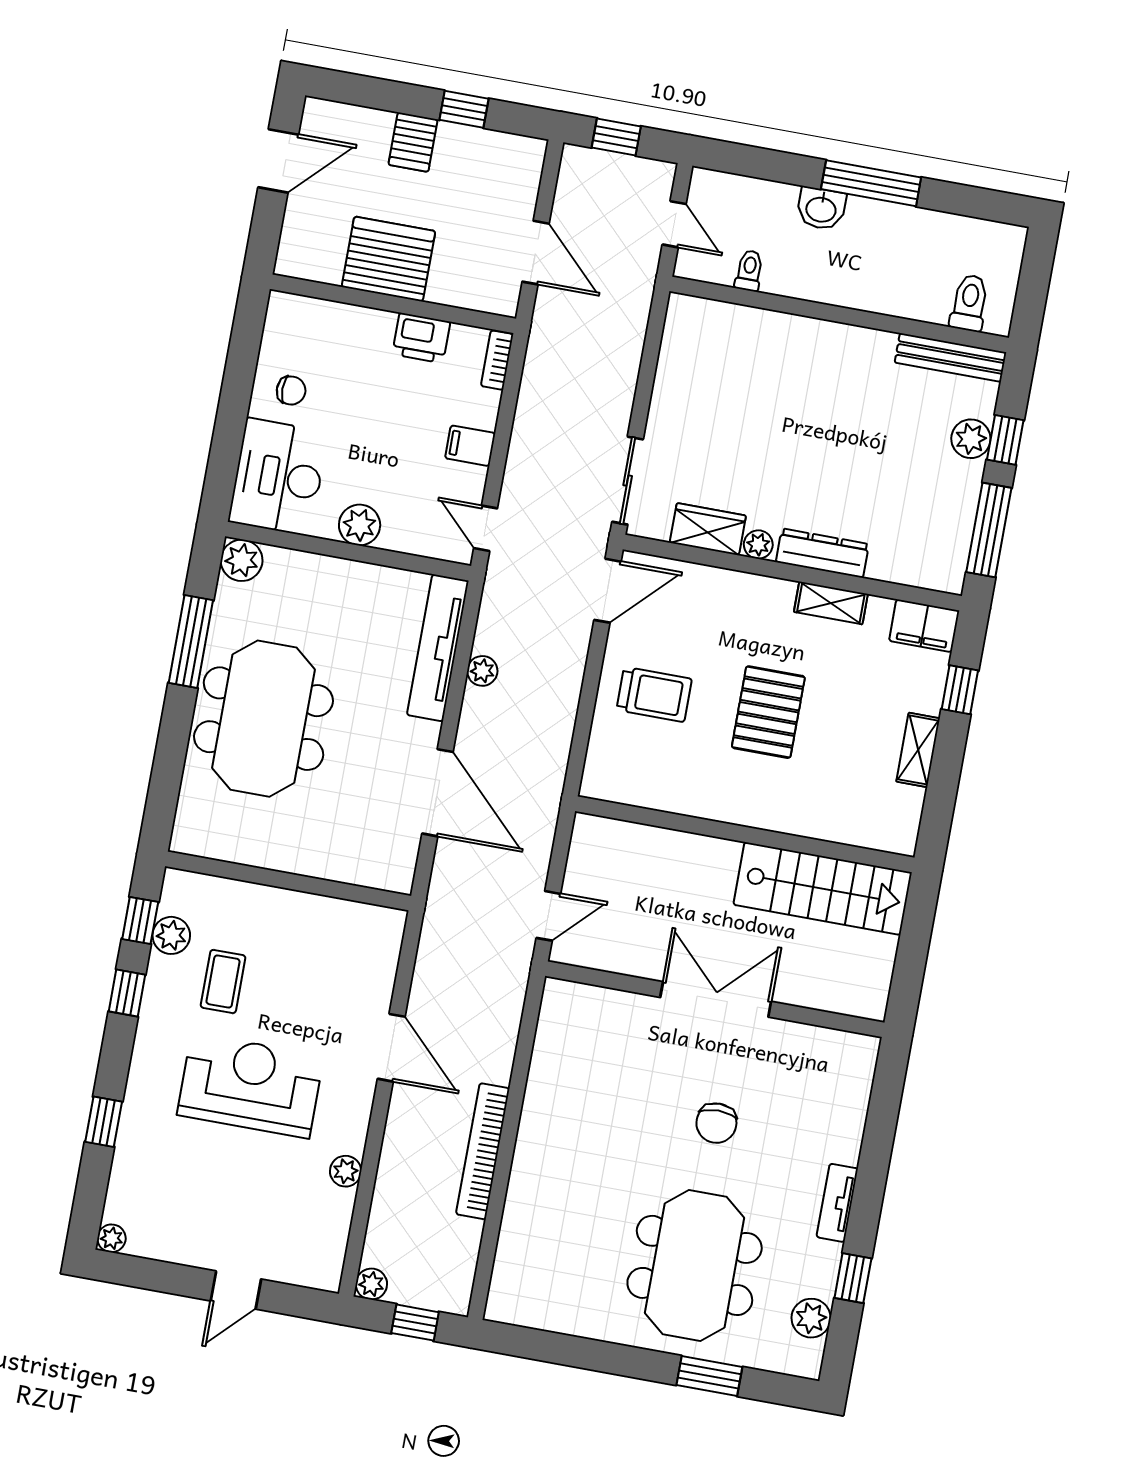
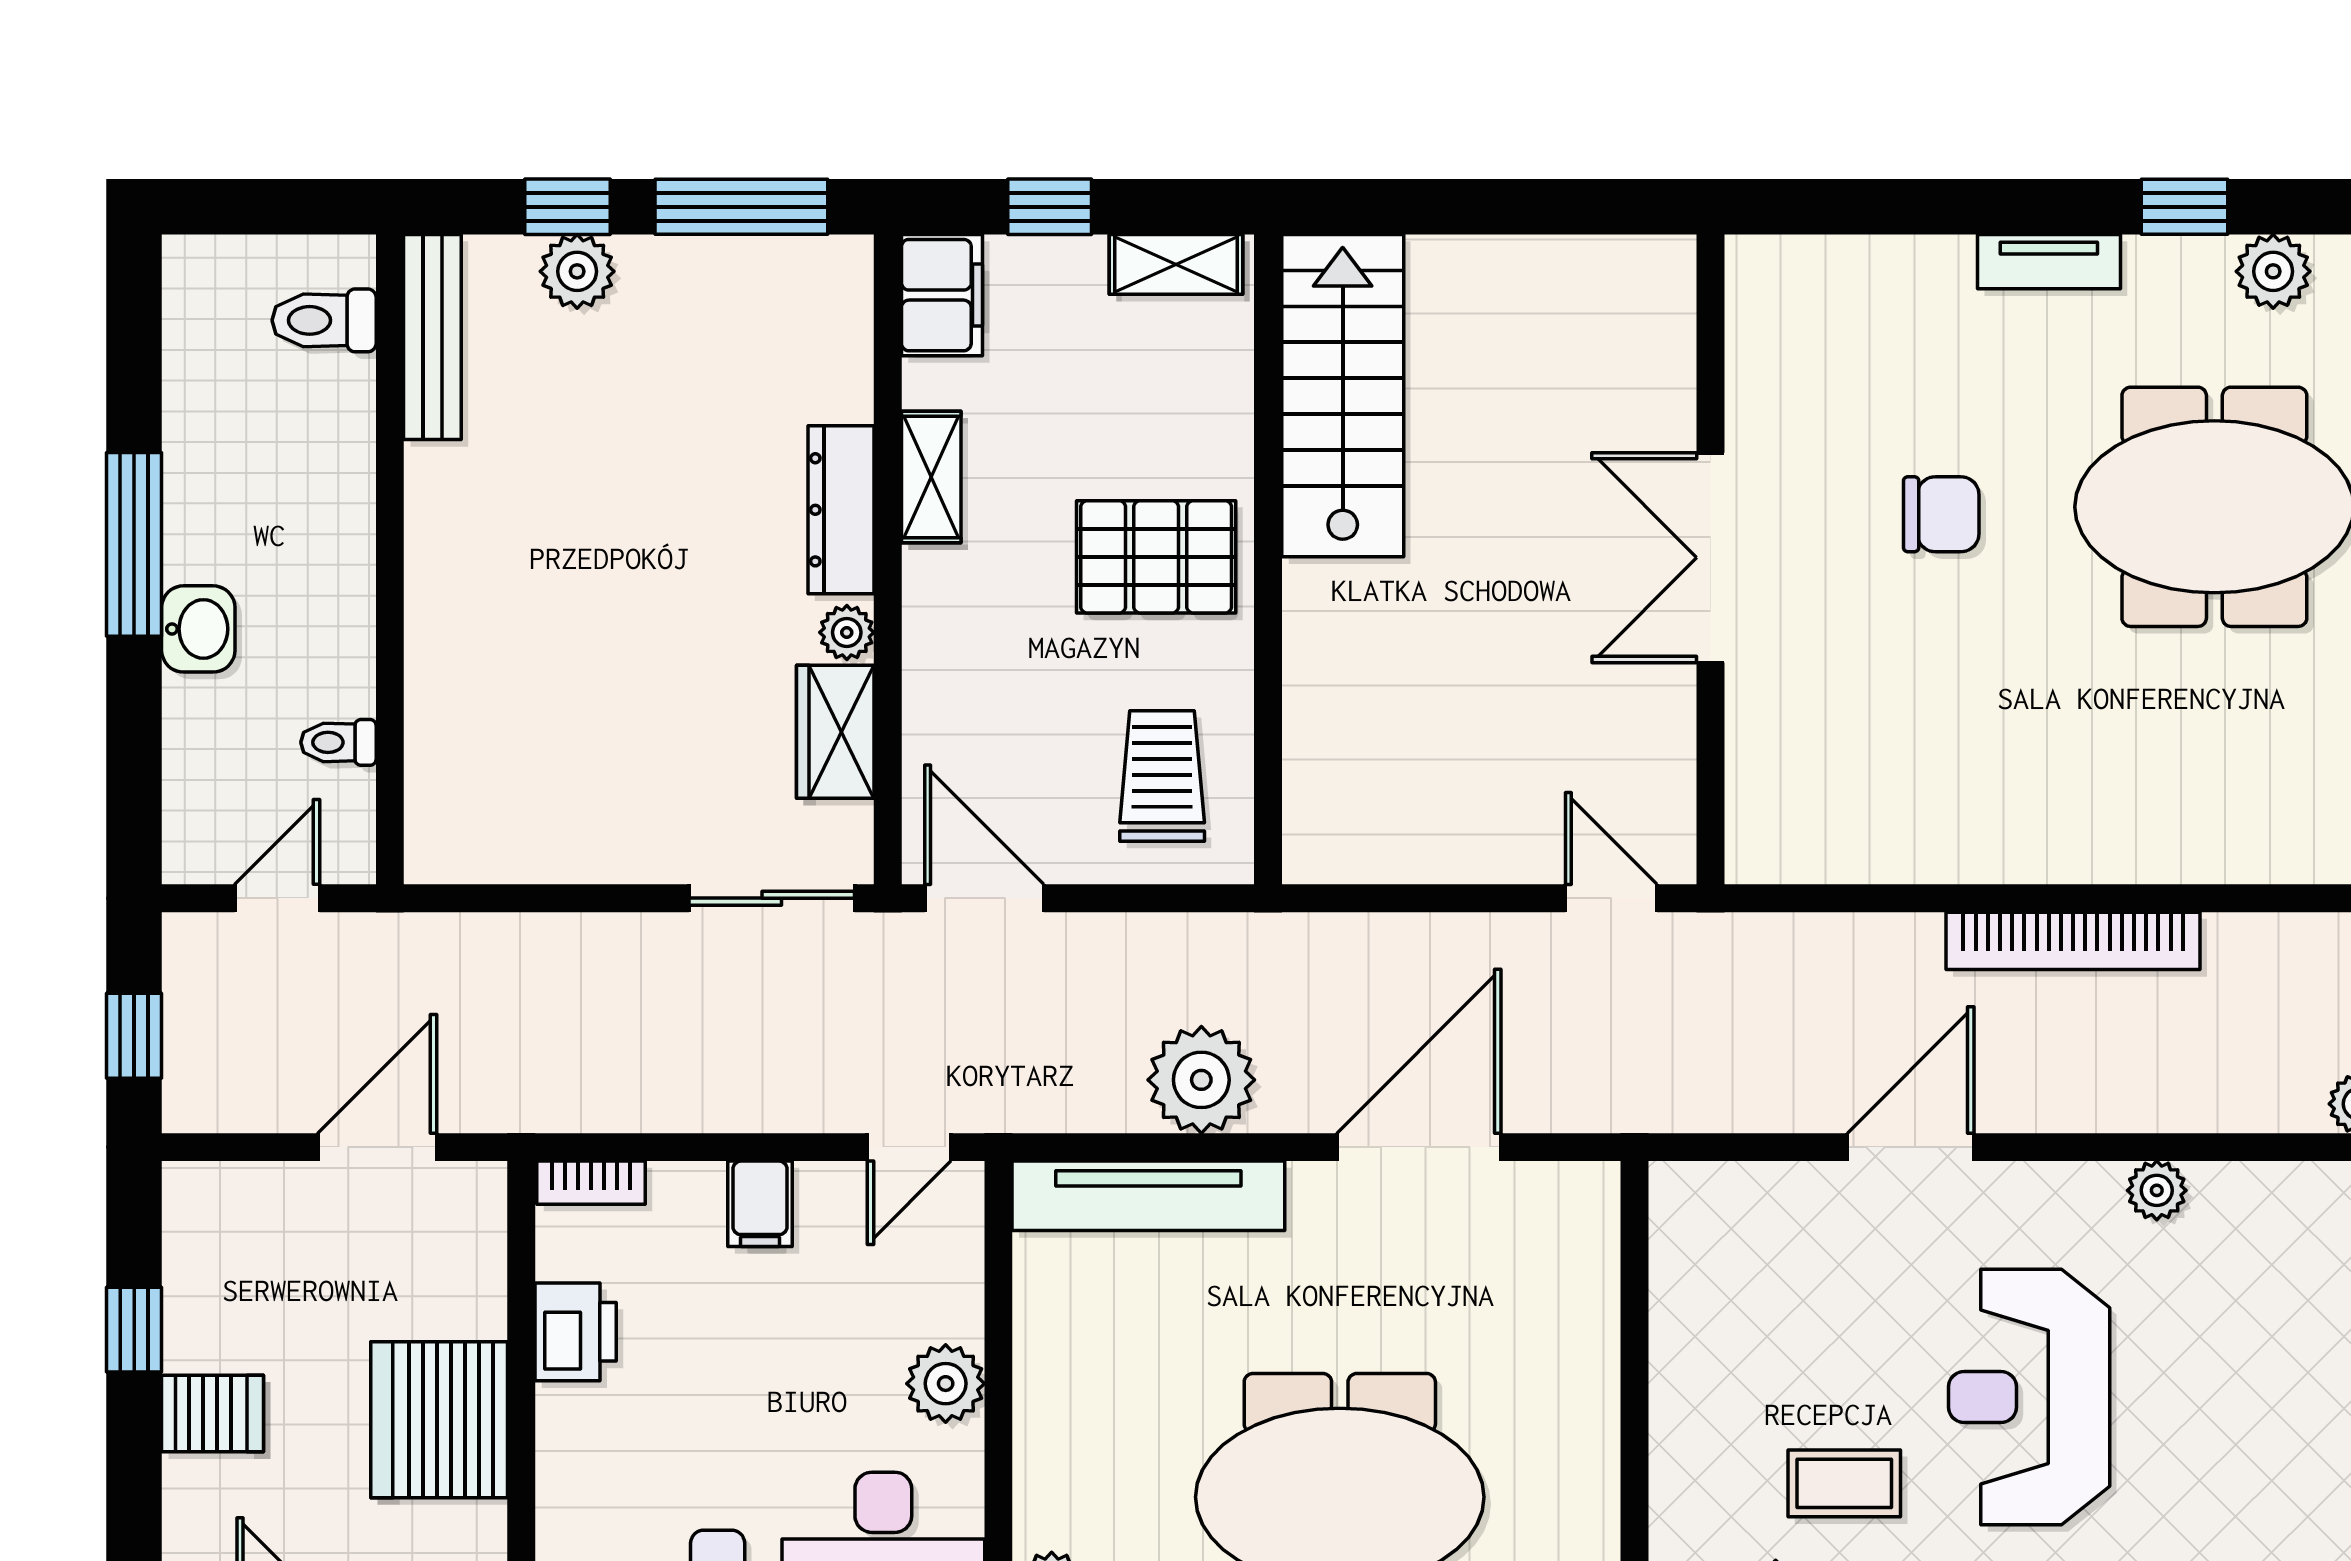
plant: (482, 671) -> (1201, 1080), width x1.87, depth x1.87
wall: (745, 834) -> (1268, 559), moved
stairs: (823, 888) -> (1343, 396), moved

